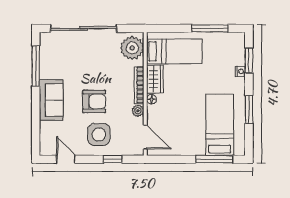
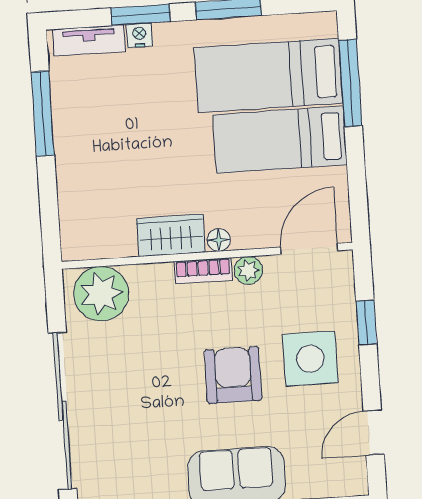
tv unit: (239, 50) -> (89, 40), added
bed: (174, 51) -> (280, 140), moved, turned -90
window: (249, 60) -> (141, 15), moved
bookcase: (139, 85) -> (203, 271), width x0.64

